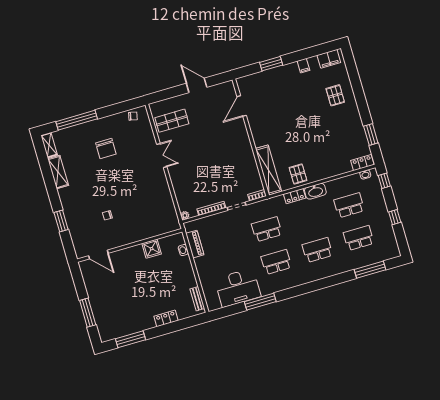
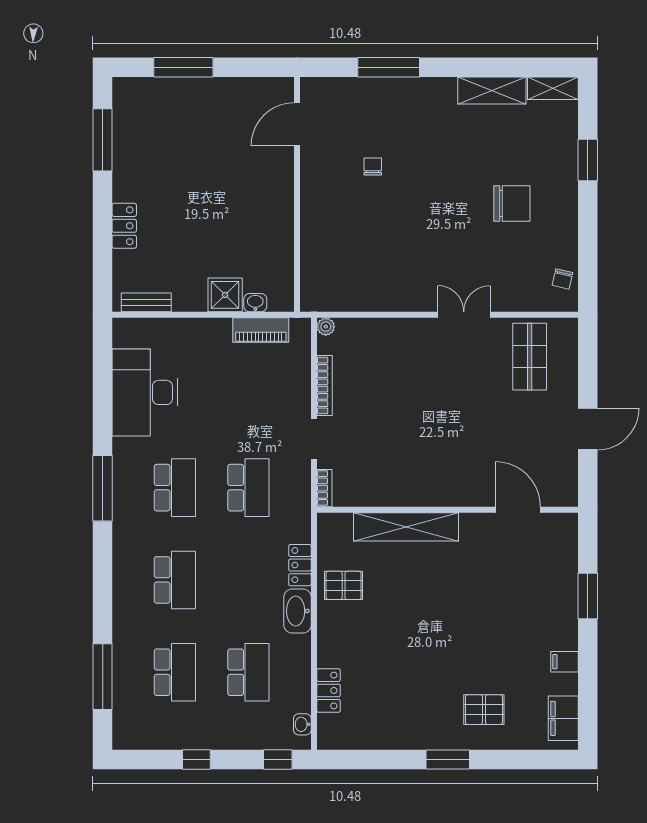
window: (77, 120) -> (588, 160), width x0.47
window: (371, 135) -> (448, 760), moved
chair: (106, 148) -> (512, 204), turned 180
double door: (162, 155) -> (464, 315), swing flipped
locker: (362, 163) -> (328, 690), moved
shelving: (268, 170) -> (406, 527), moved
window: (61, 221) -> (389, 67), width x1.44
shower: (152, 249) -> (225, 295), moved
window: (260, 302) -> (103, 488), moved

